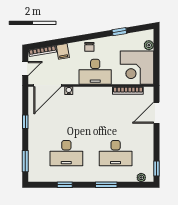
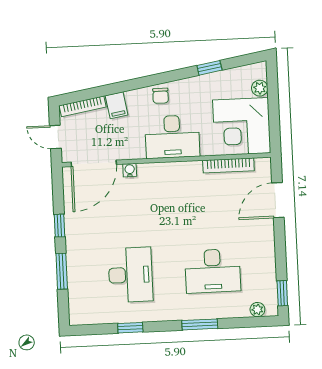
door: (25, 69) -> (55, 137), swing flipped
desk: (66, 153) -> (130, 275), turned -90
window: (25, 161) -> (62, 271), moved

